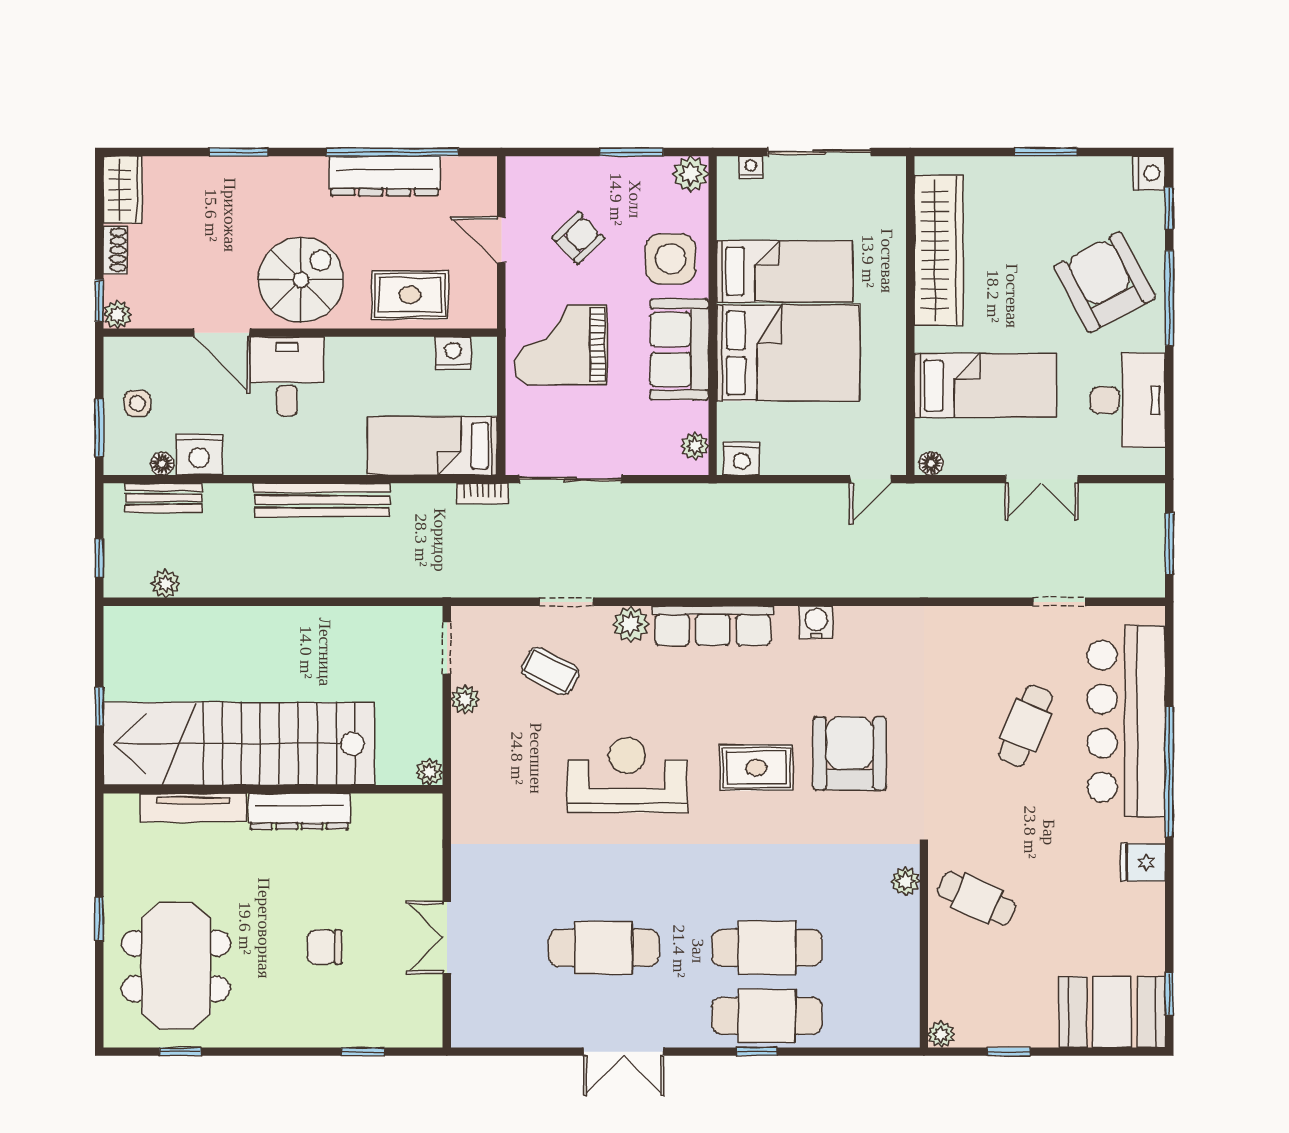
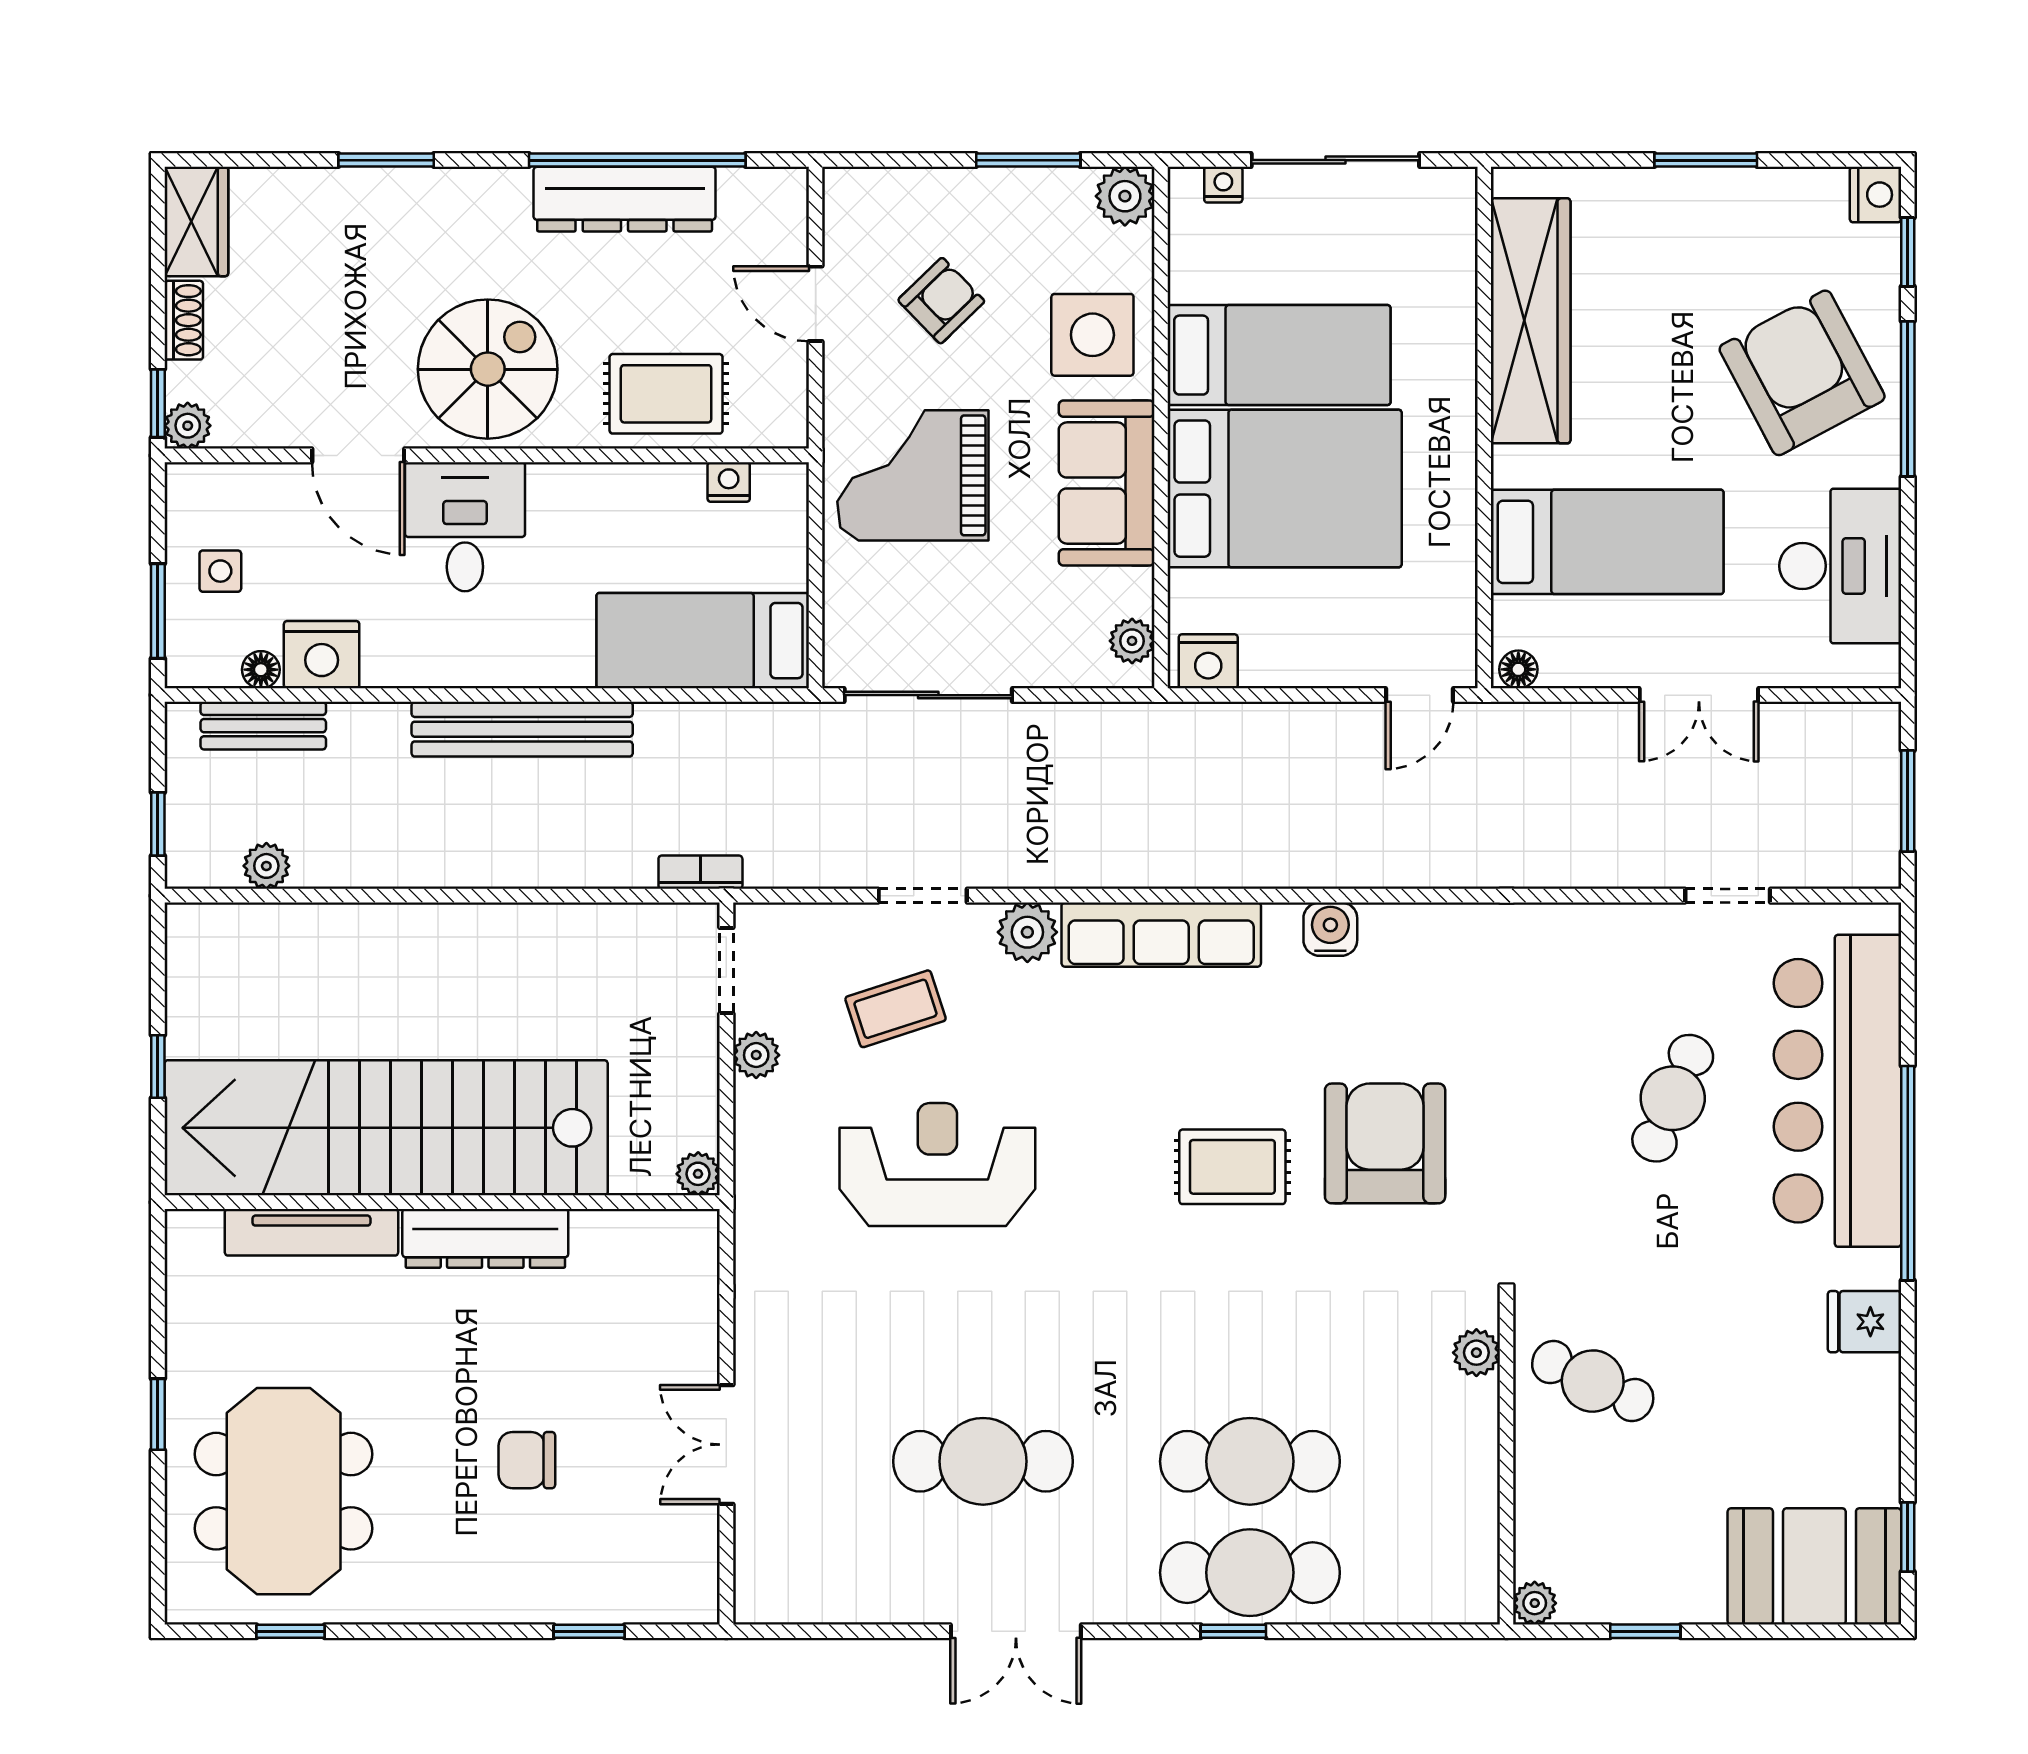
nightstand: (453, 353) -> (729, 482), width x0.72, depth x0.74
bookcase: (482, 493) -> (700, 872), moved, turned 180
coffee table: (550, 671) -> (895, 1009), turned -46
reception desk: (627, 775) -> (937, 1165), moved

